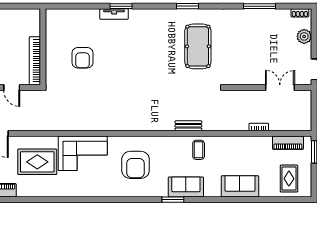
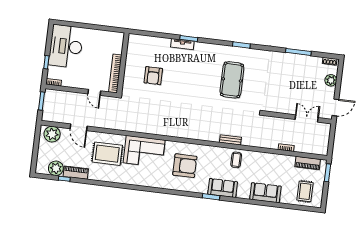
pool table: (198, 46) -> (232, 80), moved
armchair: (136, 165) -> (185, 166), turned -90

